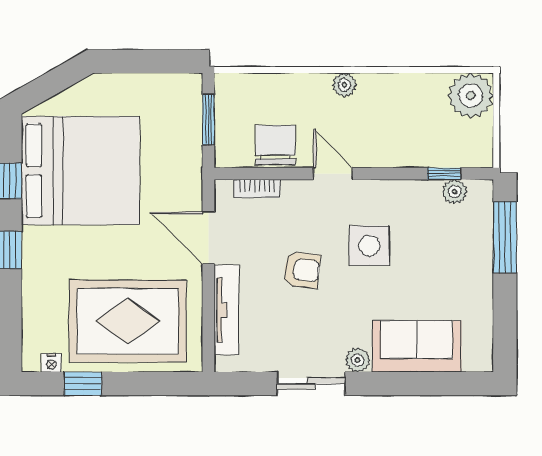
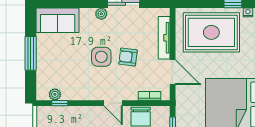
window: (505, 237) -> (31, 53), moved
side table: (369, 246) -> (101, 57), moved
sofa: (417, 346) -> (58, 20), moved

